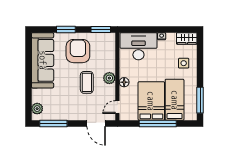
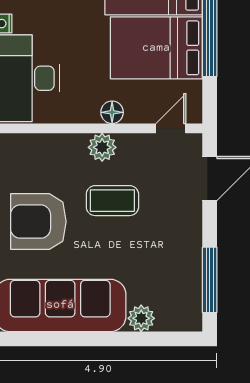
door: (117, 107) -> (171, 128), swing flipped
plant: (37, 109) -> (141, 318), moved

